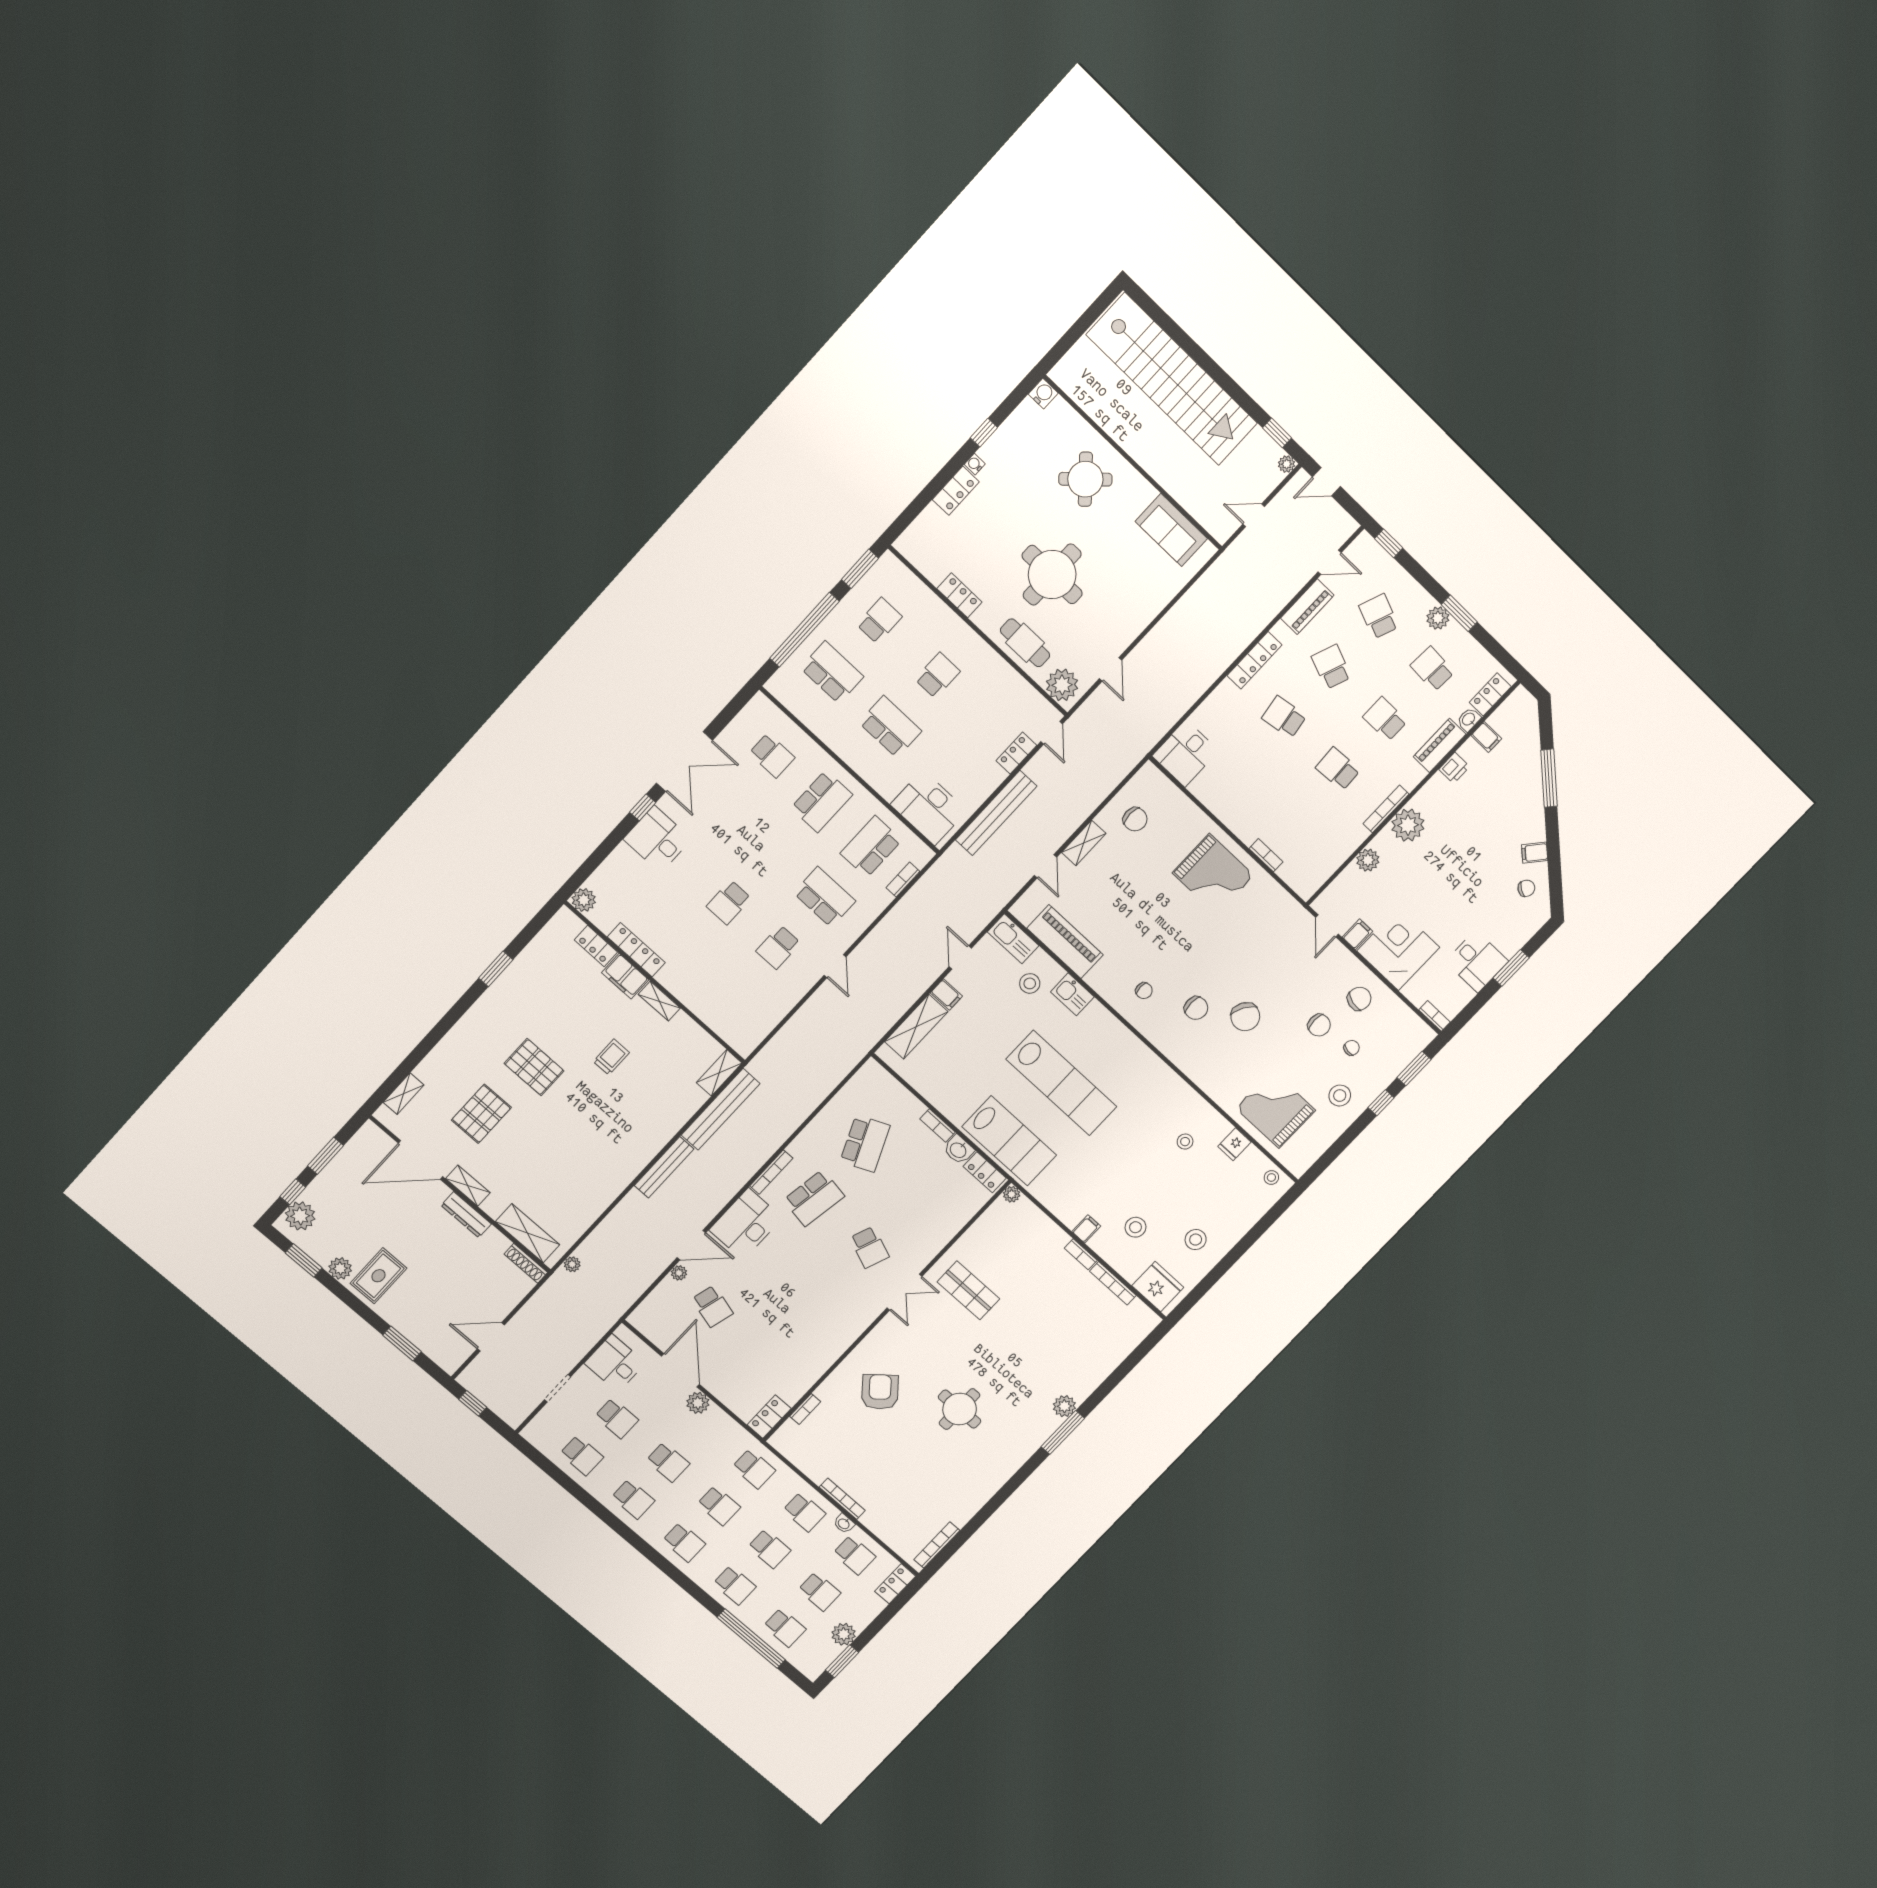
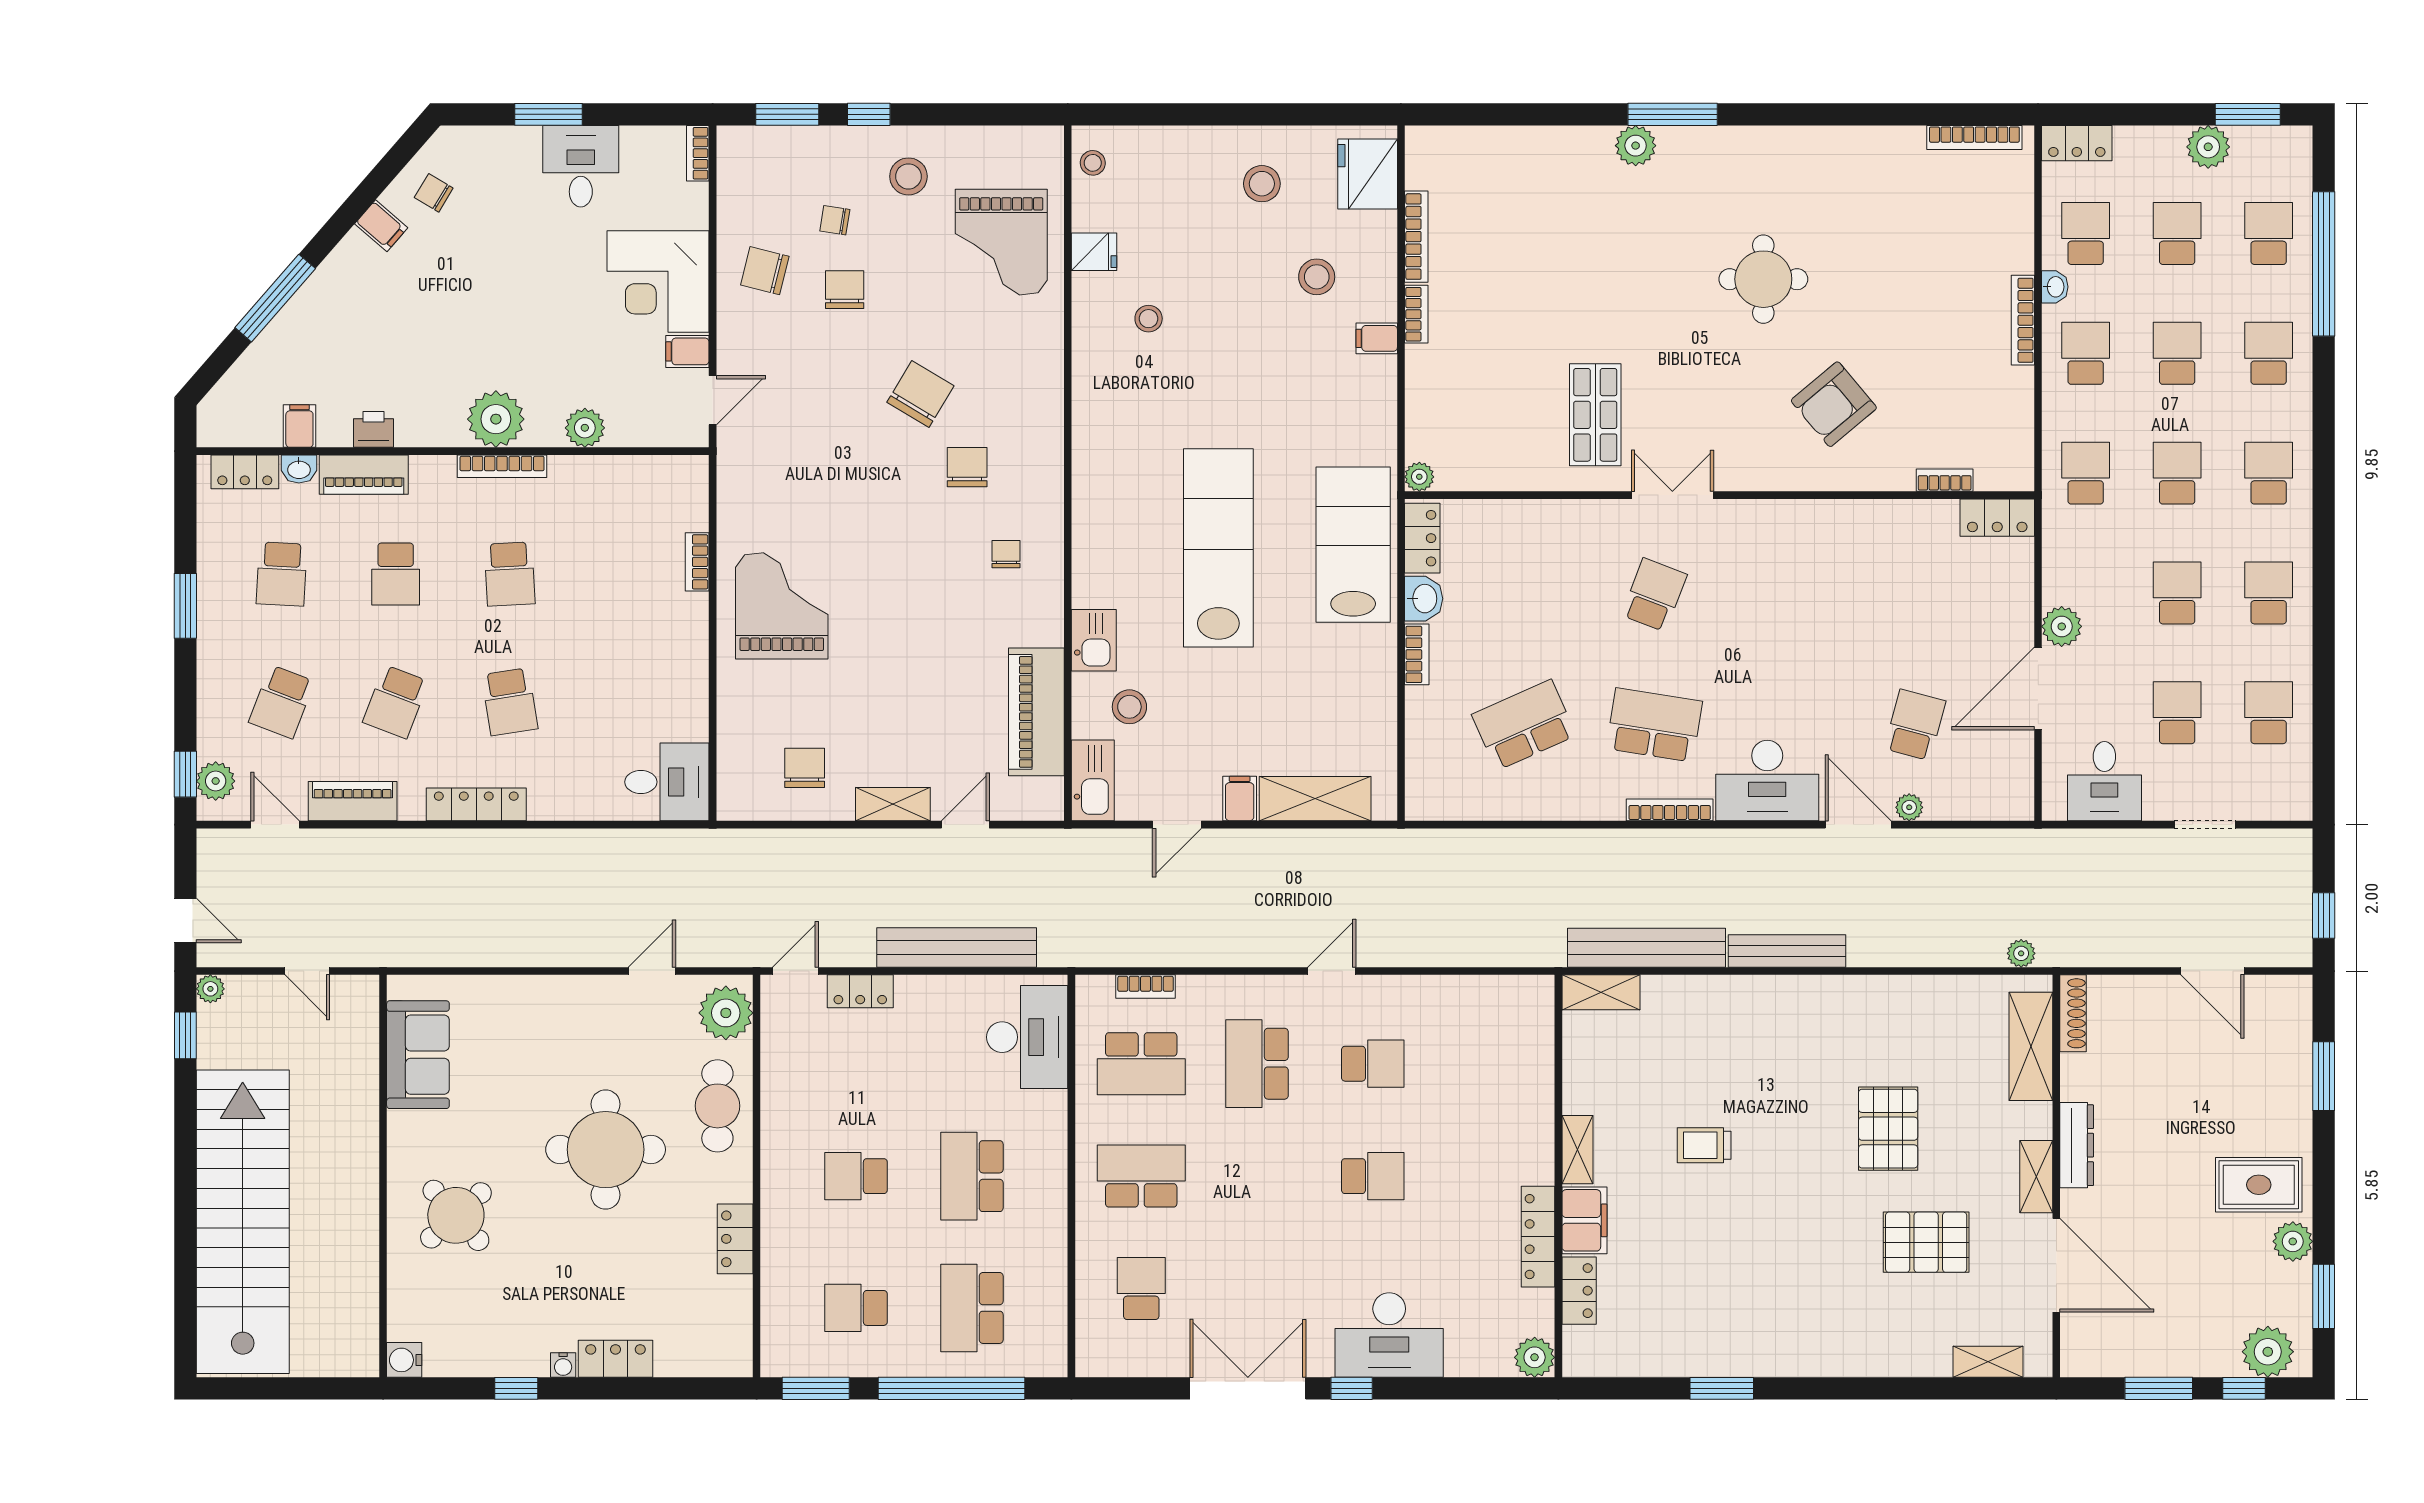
plant: (1438, 618) -> (216, 781), moved
desk: (657, 839) -> (1389, 1335), width x1.37
pallet: (534, 1067) -> (1888, 1129), moved

